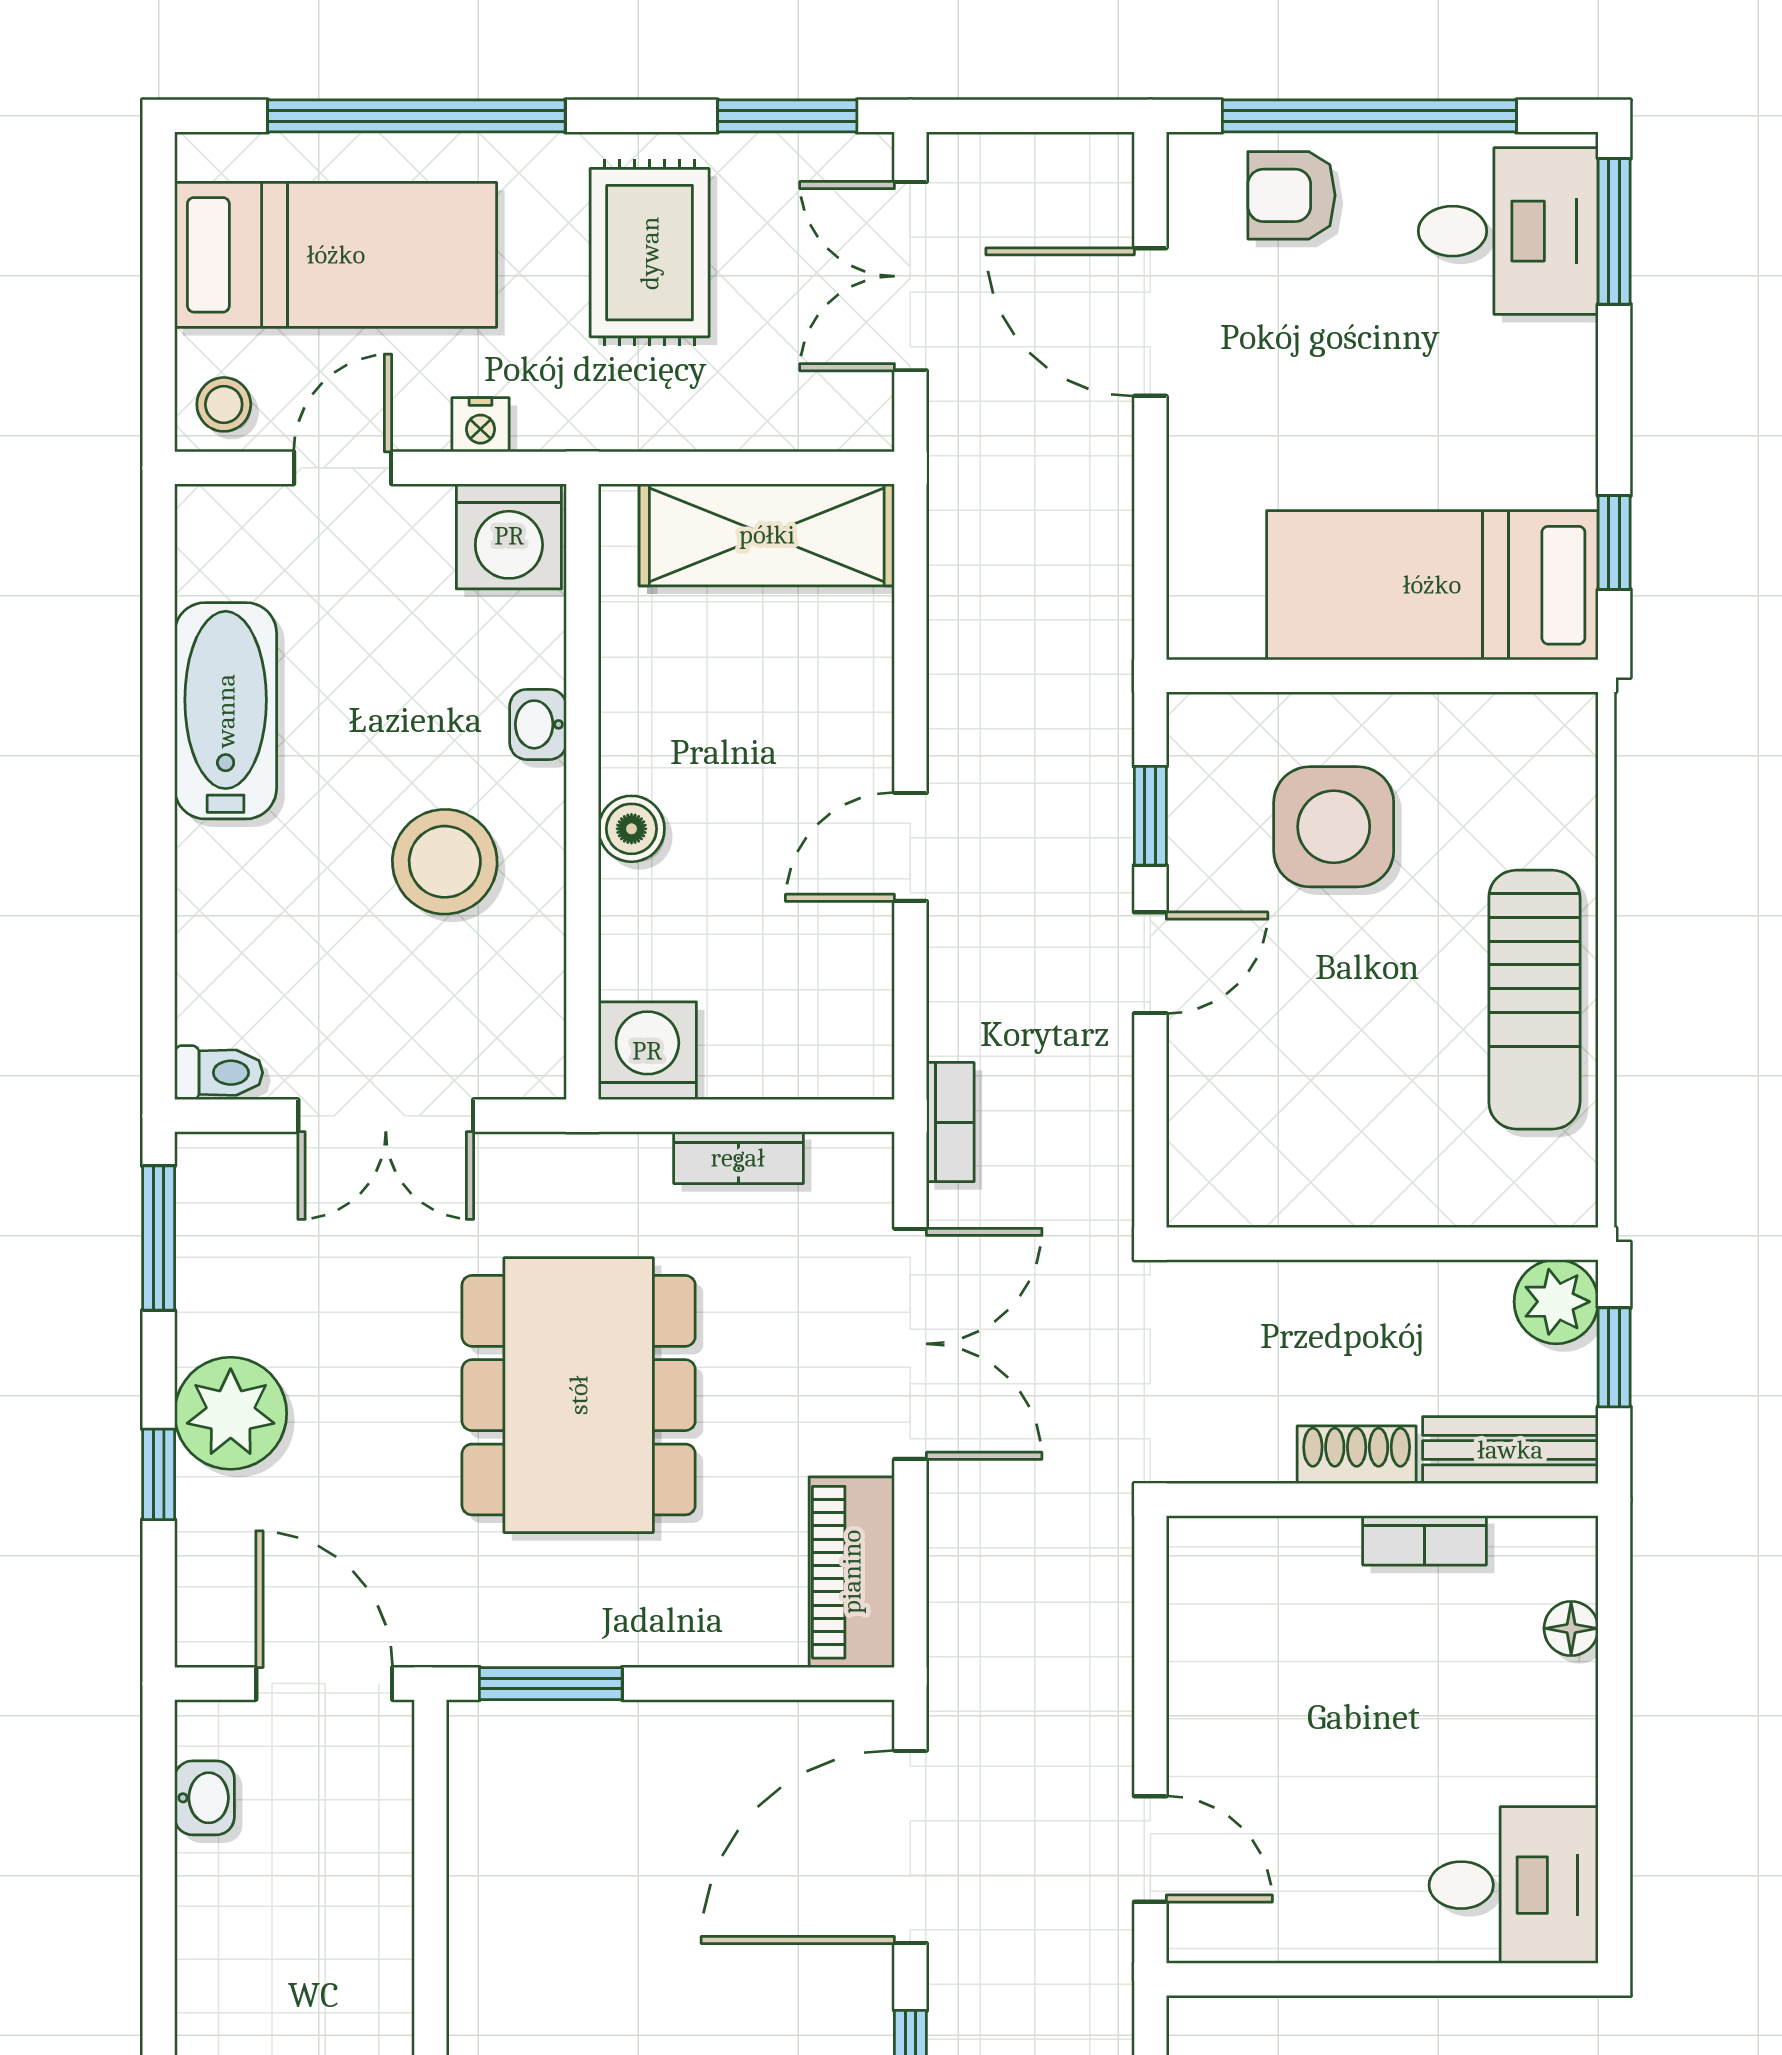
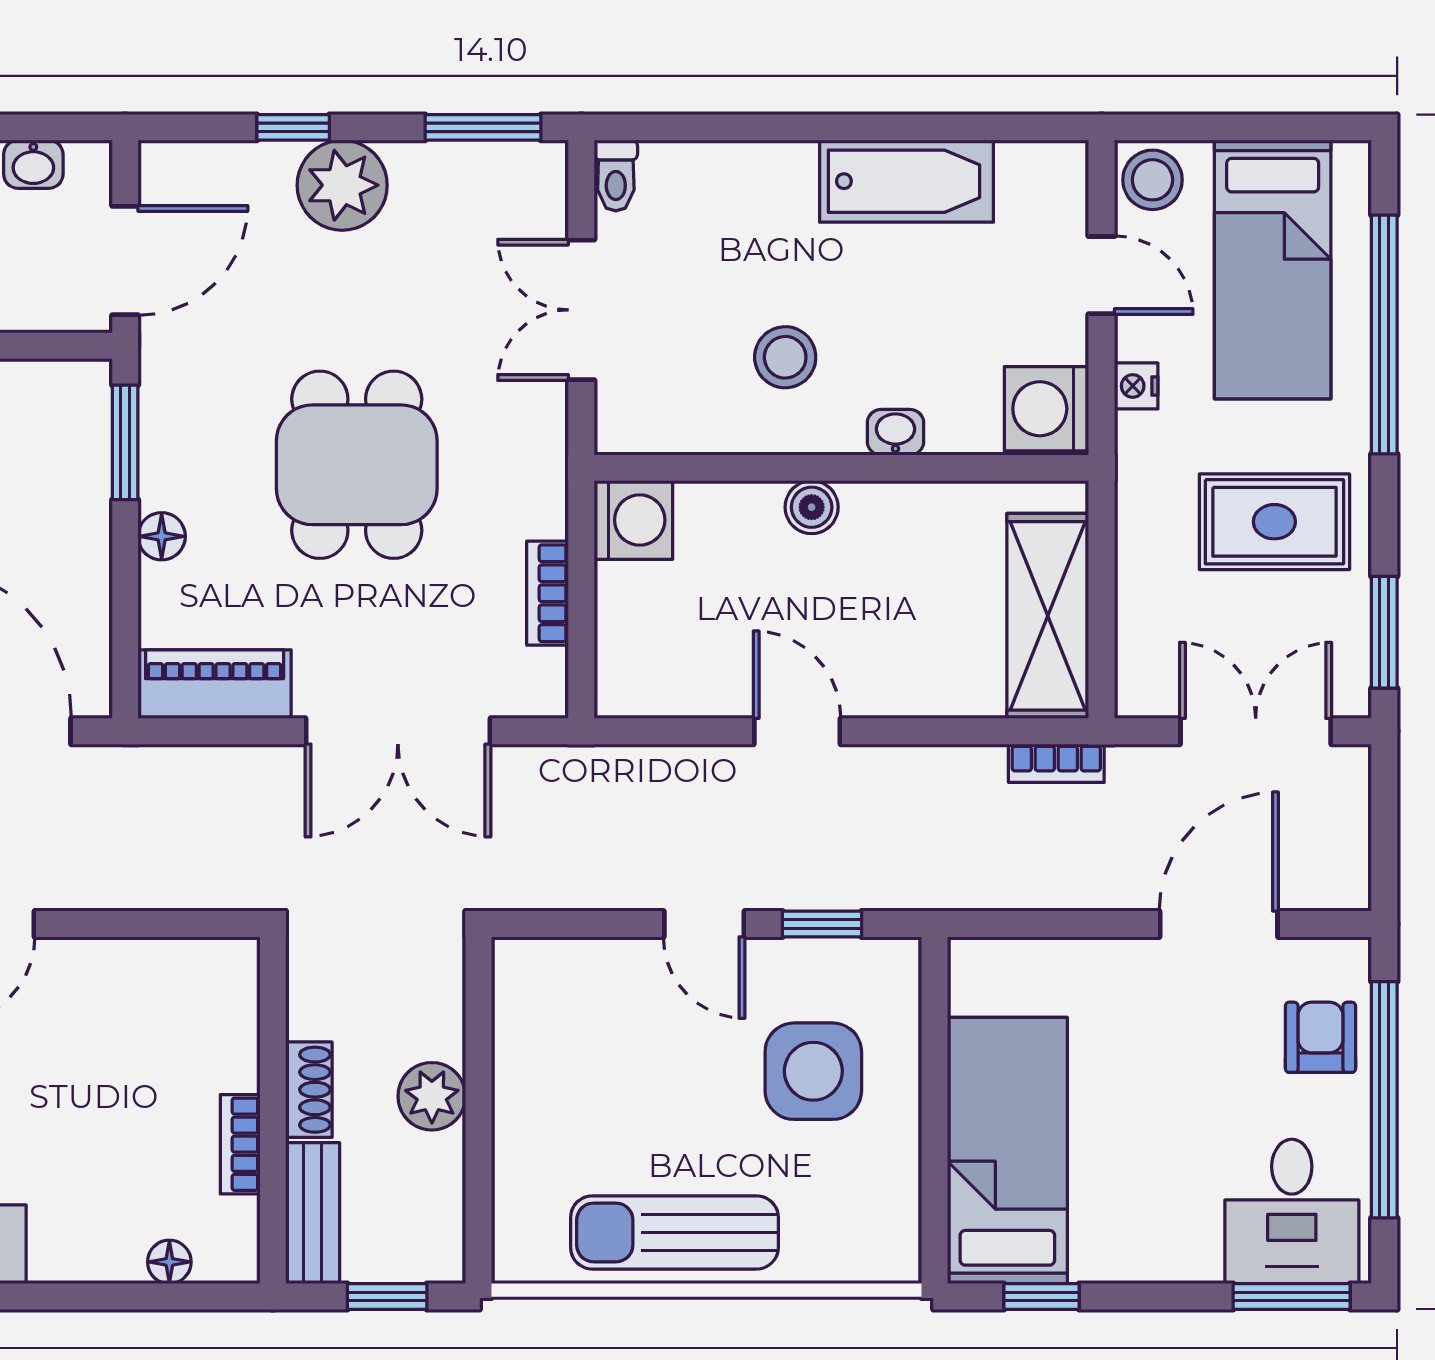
stool: (224, 404) -> (1152, 180), width x1.37, depth x1.37
stool: (445, 862) -> (785, 357), width x0.73, depth x0.73
bookcase: (950, 1122) -> (1056, 763), moved
plant: (1556, 1302) -> (432, 1096), moved
dining table: (579, 1395) -> (357, 465), width x0.73
floor lamp: (668, 1638) -> (162, 536), added

